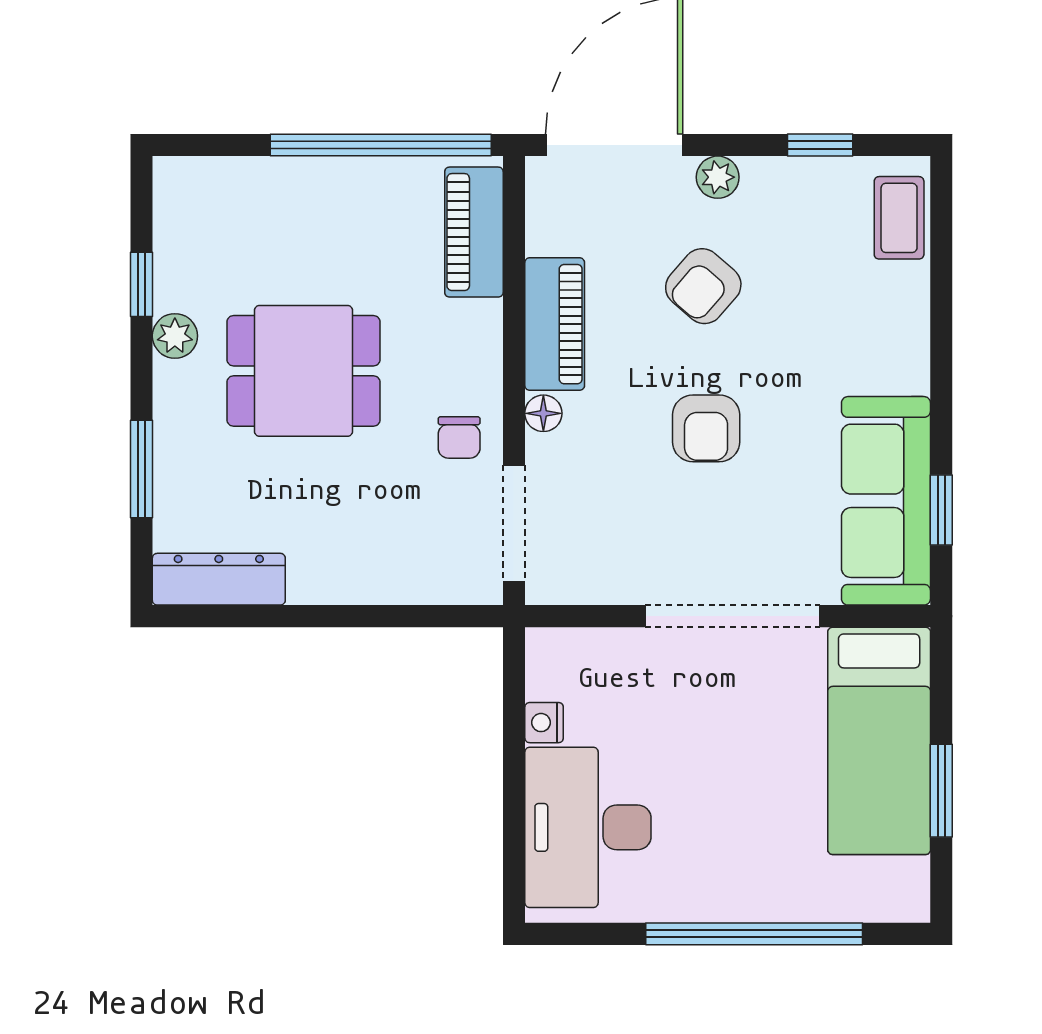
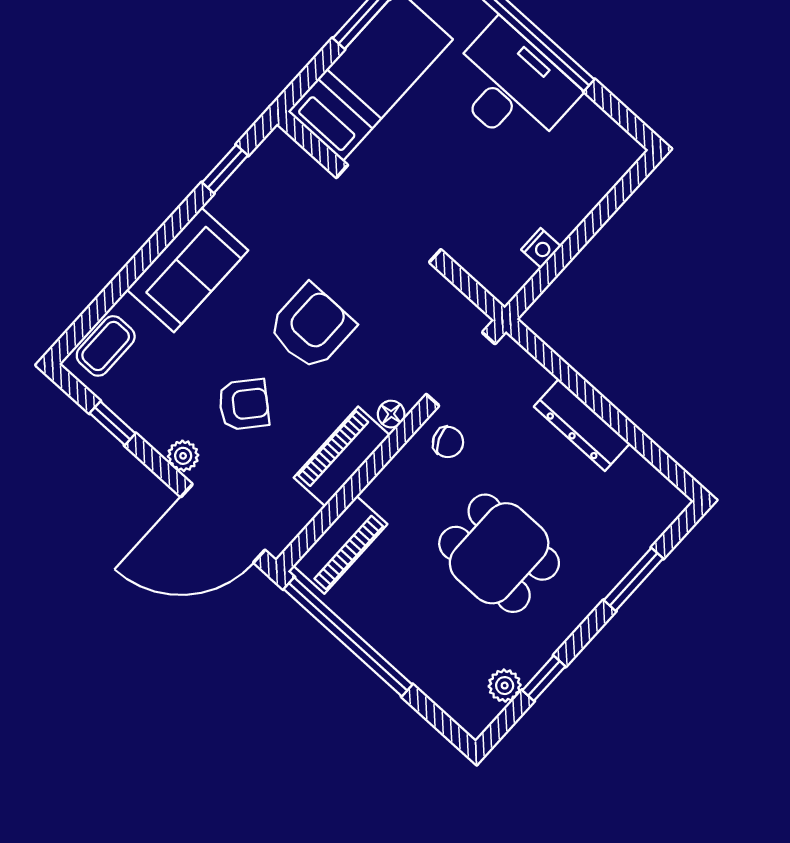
plant: (175, 336) -> (505, 686), moved
armchair: (706, 428) -> (311, 327), width x1.38, depth x1.38
chair: (459, 437) -> (448, 442), turned 67
sofa: (886, 501) -> (187, 270), moved, width x0.73
dresser: (219, 579) -> (582, 425), moved
desk: (588, 827) -> (511, 87), moved, turned -90

